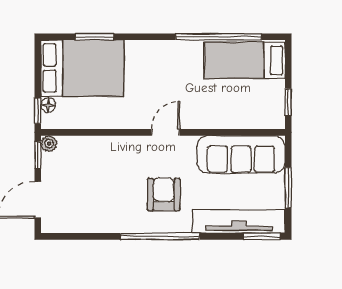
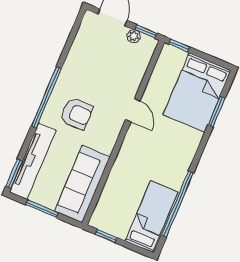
floor lamp: (48, 105) -> (180, 55), removed
door: (165, 132) -> (133, 110), moved
plant: (49, 144) -> (134, 36), moved

